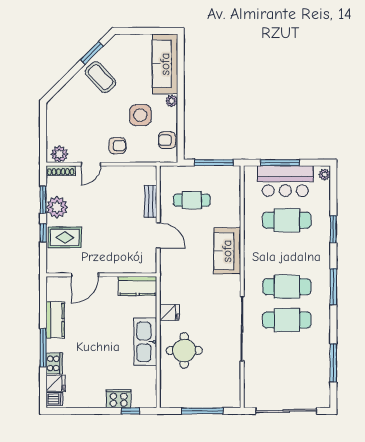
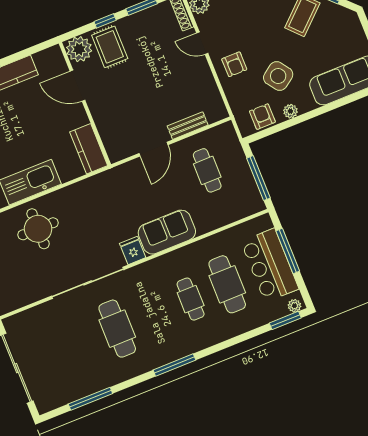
plant: (172, 101) -> (290, 111), moved
side table: (140, 115) -> (278, 76), turned -36
plant: (57, 207) -> (79, 49), moved
window: (333, 229) -> (285, 320), moved
cafe table: (287, 287) -> (191, 299), moved, width x0.73, depth x0.74
fridge: (169, 312) -> (133, 250), moved, turned 180

